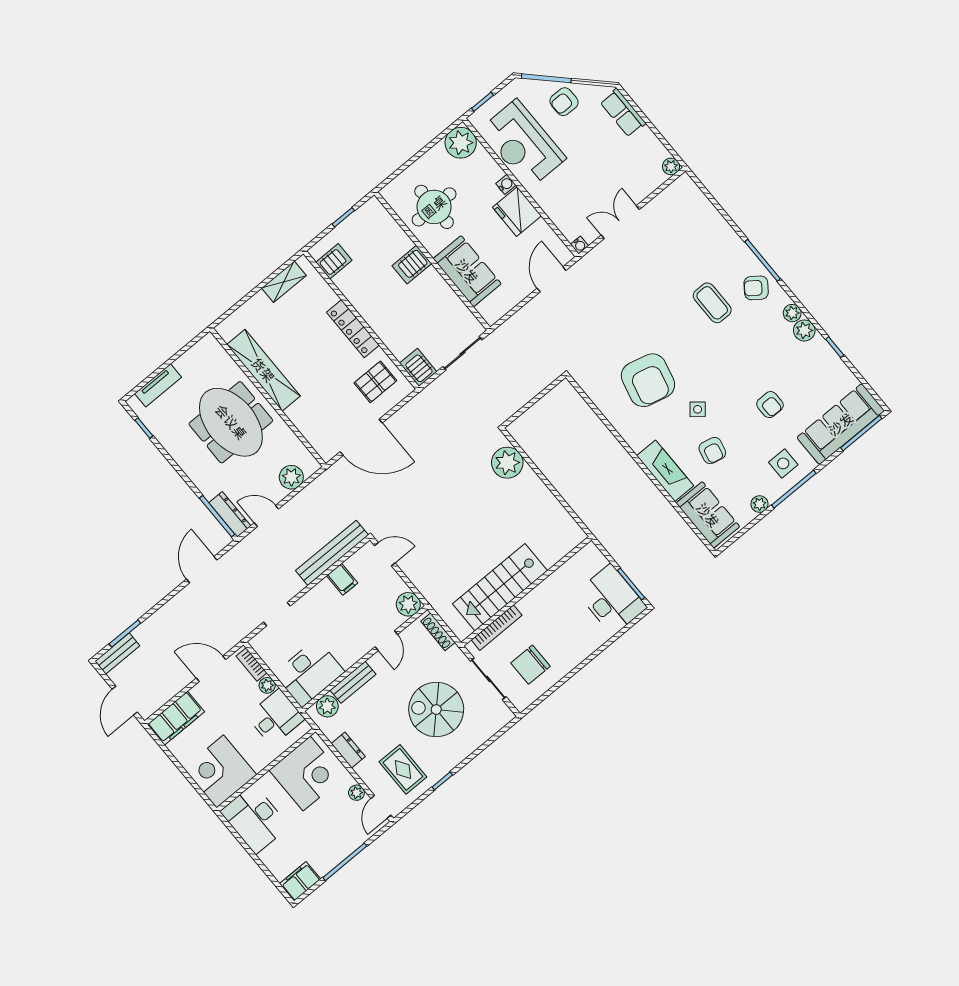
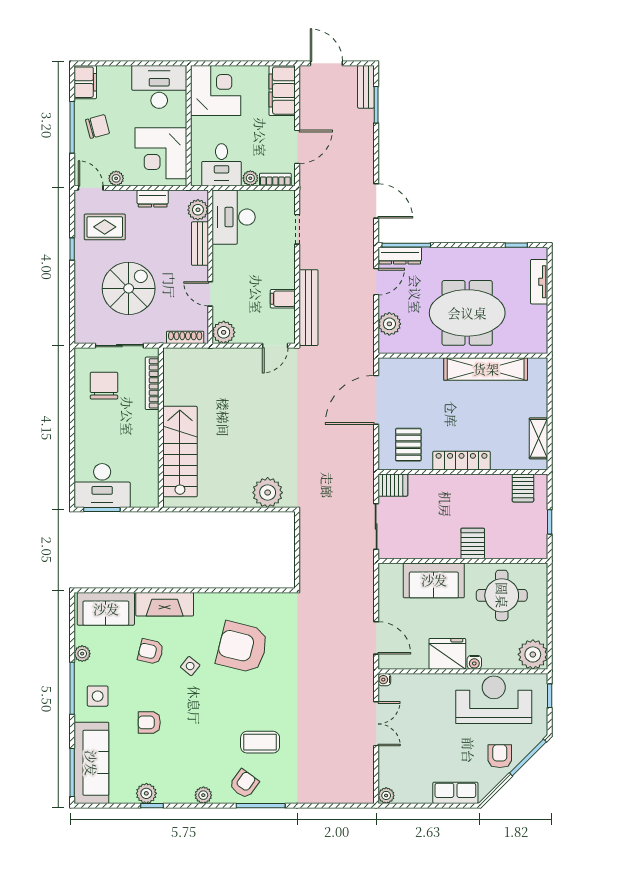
plant: (804, 330) -> (146, 793), moved
stairs: (500, 587) -> (180, 452), moved
chair: (327, 842) -> (97, 126), added

